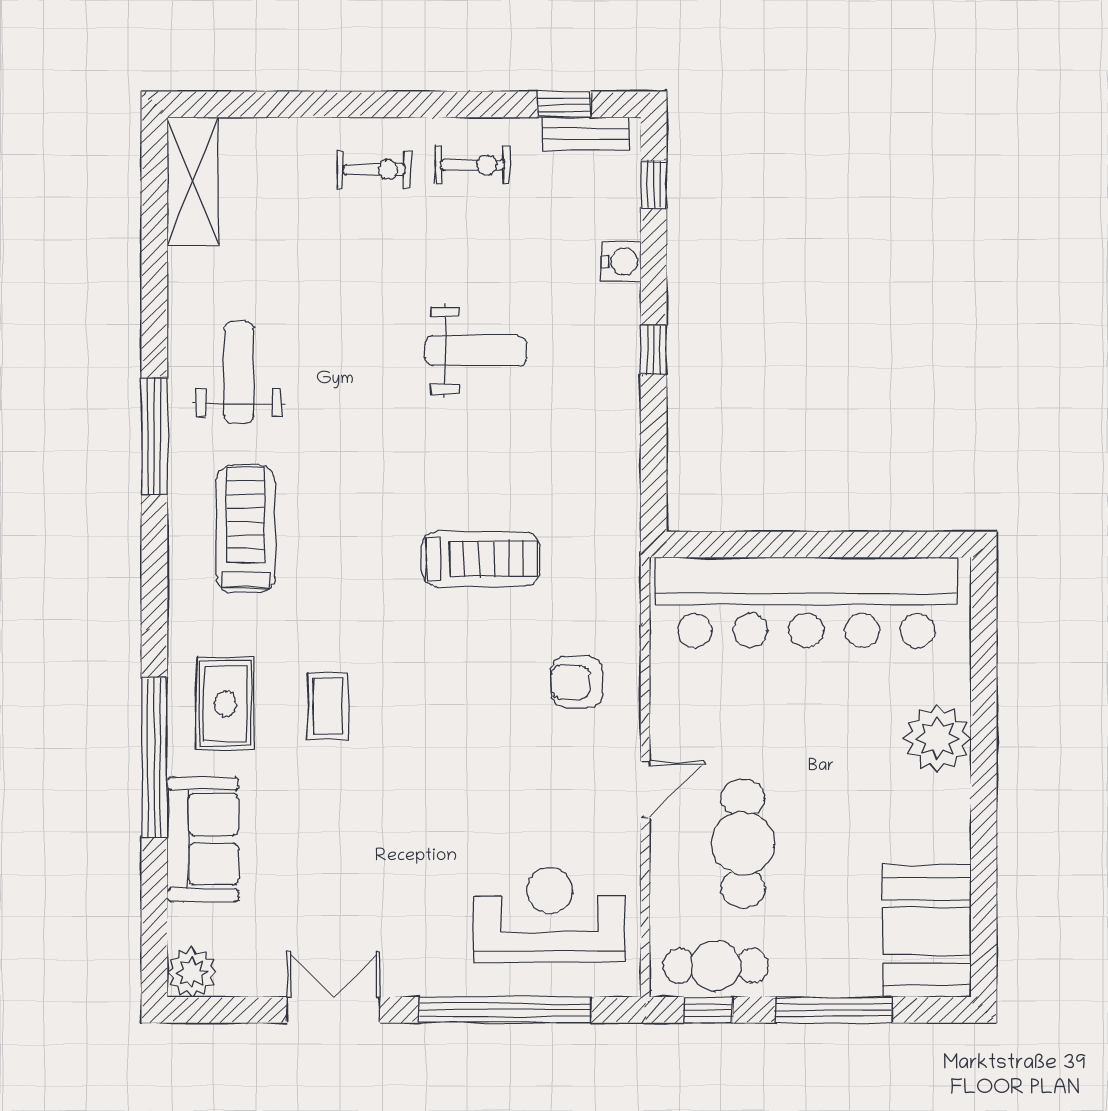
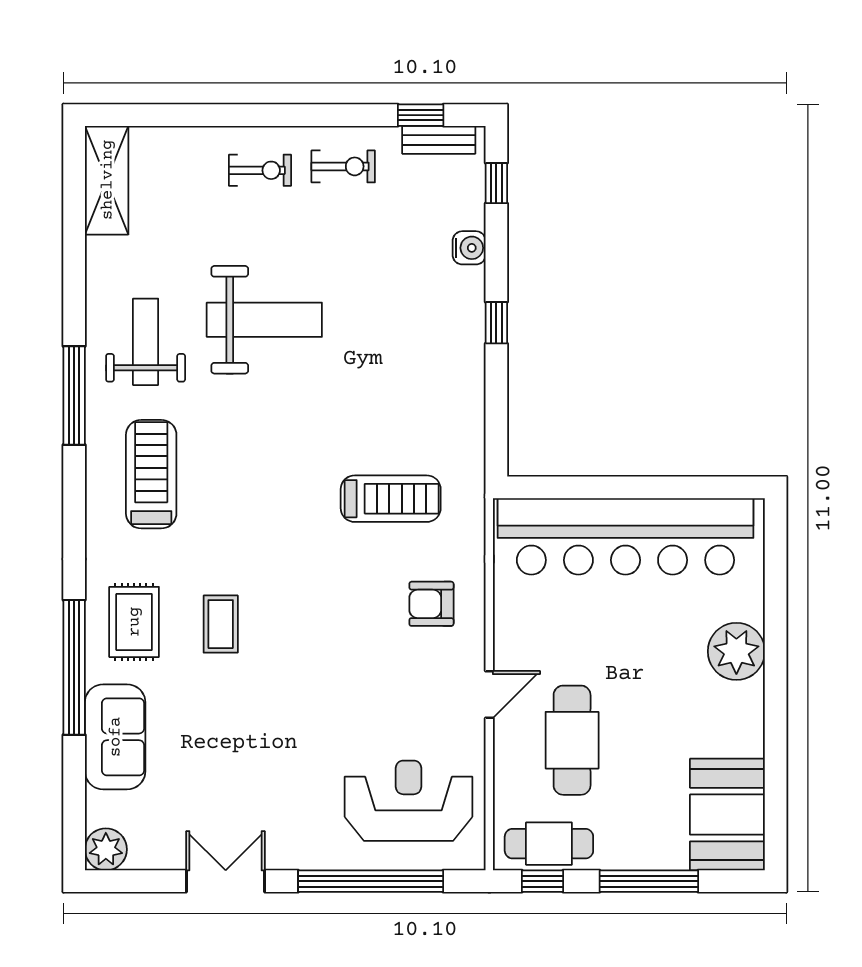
weight bench: (476, 351) -> (264, 320), moved, width x1.36, depth x1.33
treadmill: (481, 559) -> (391, 499), moved

